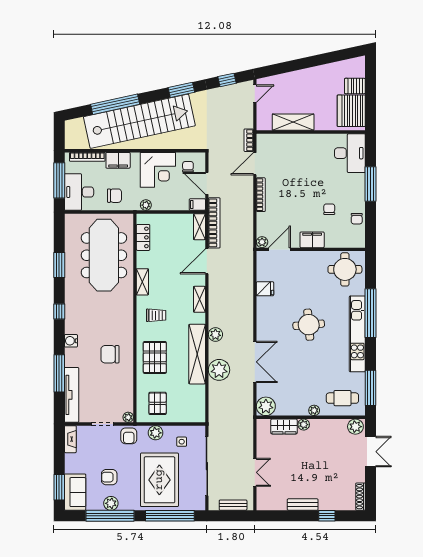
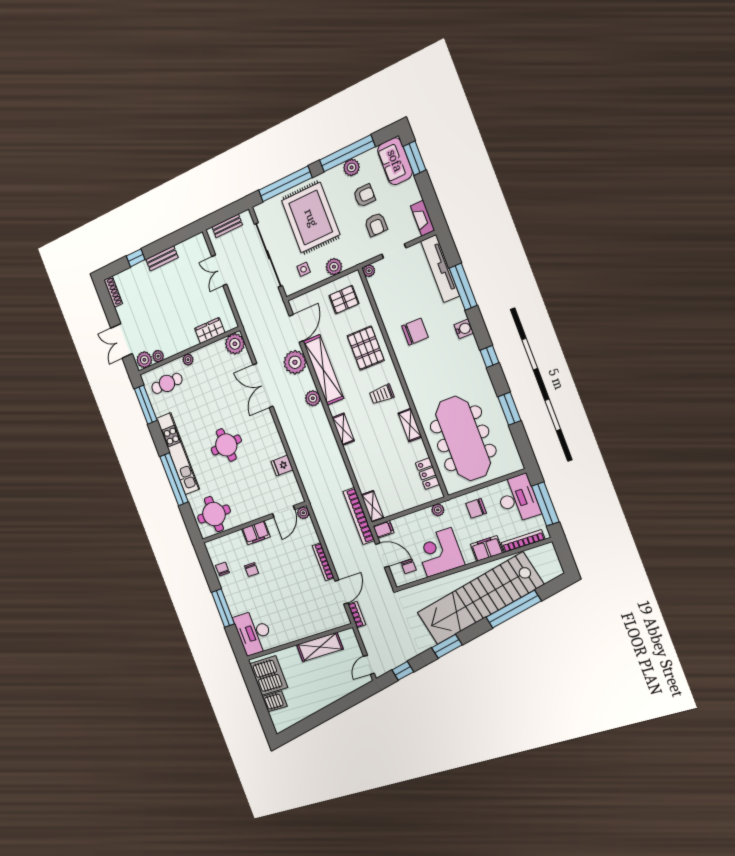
door: (207, 261) -> (296, 328), moved
pallet: (158, 403) -> (344, 300), turned 90
plant: (304, 425) -> (158, 356), moved
armchair: (129, 436) -> (376, 225), moved, turned 180

